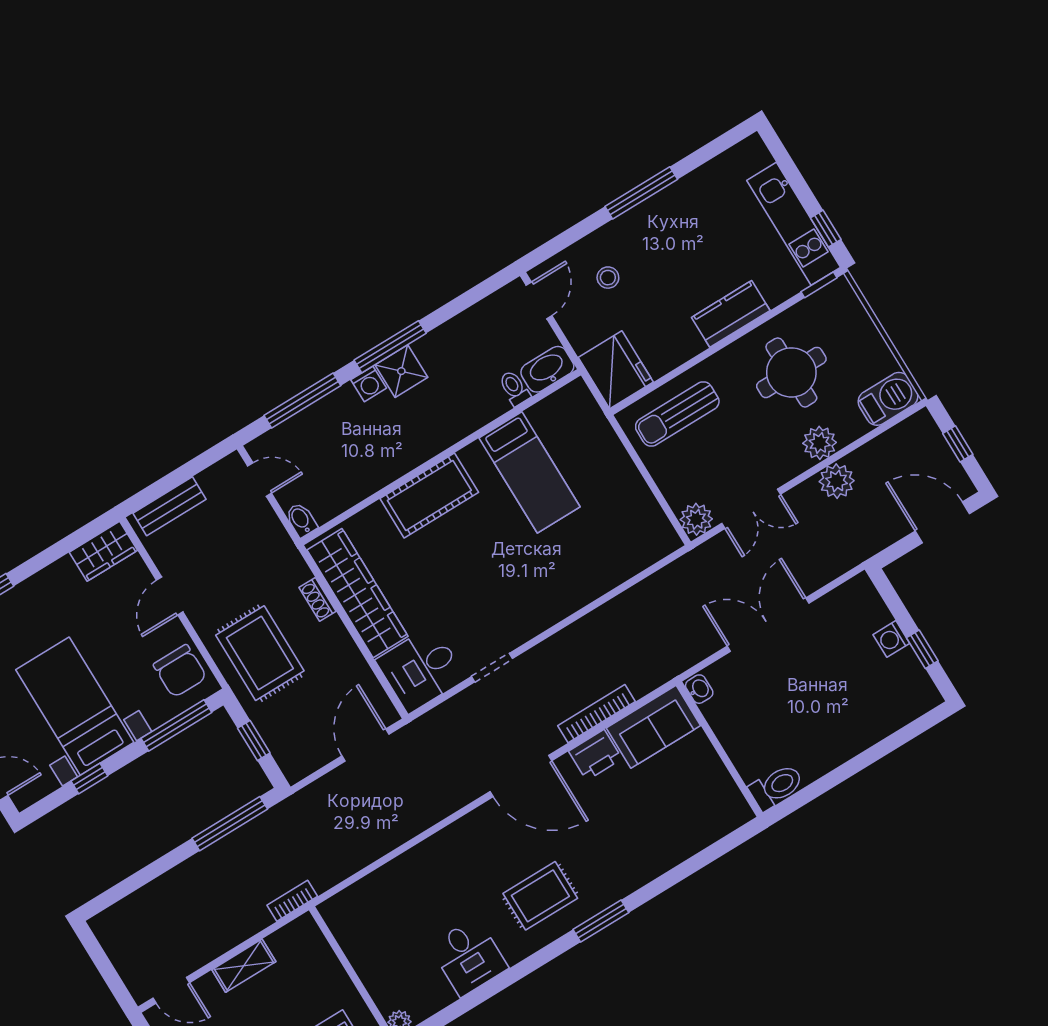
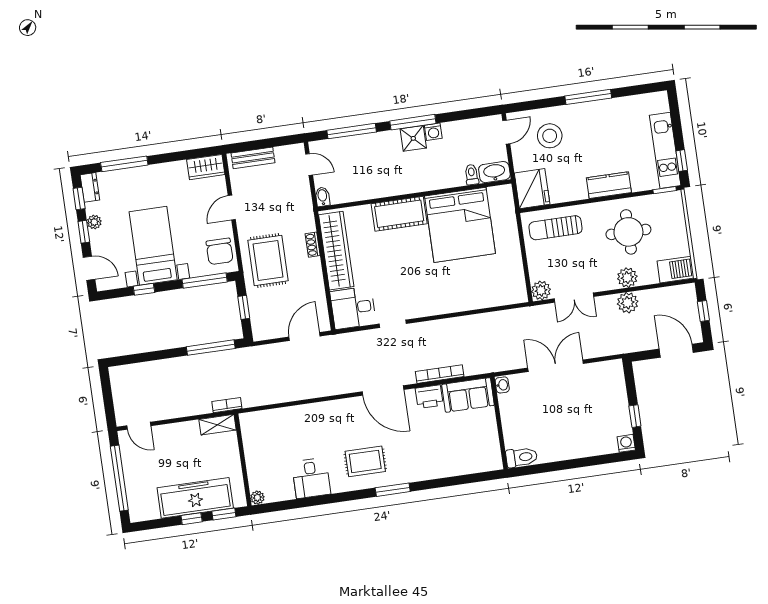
stool: (608, 278) -> (550, 136), width x1.89, depth x1.89
washing machine: (369, 384) -> (433, 132), moved
bed: (530, 472) -> (460, 225), width x2.04
washing machine: (891, 639) -> (626, 443), moved, turned 90
shelving: (244, 966) -> (218, 425), moved

